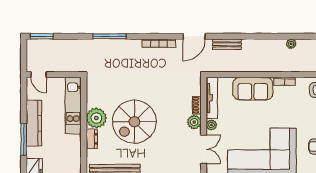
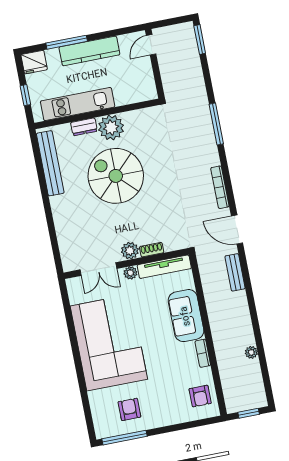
kitchen unit: (73, 106) -> (78, 104), moved

